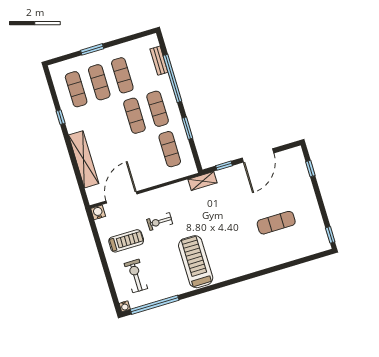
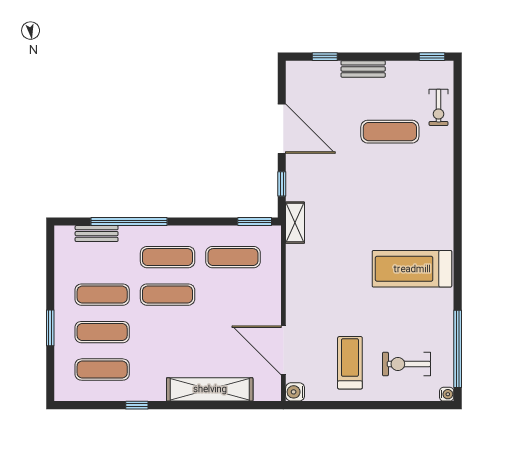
window: (187, 128) -> (255, 221), moved
bench: (310, 195) -> (363, 69), added
exercise bike: (160, 222) -> (439, 107), moved
exercise mat: (276, 223) -> (390, 132), turned 90

